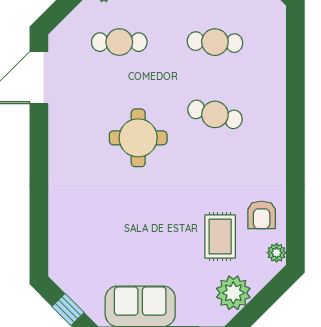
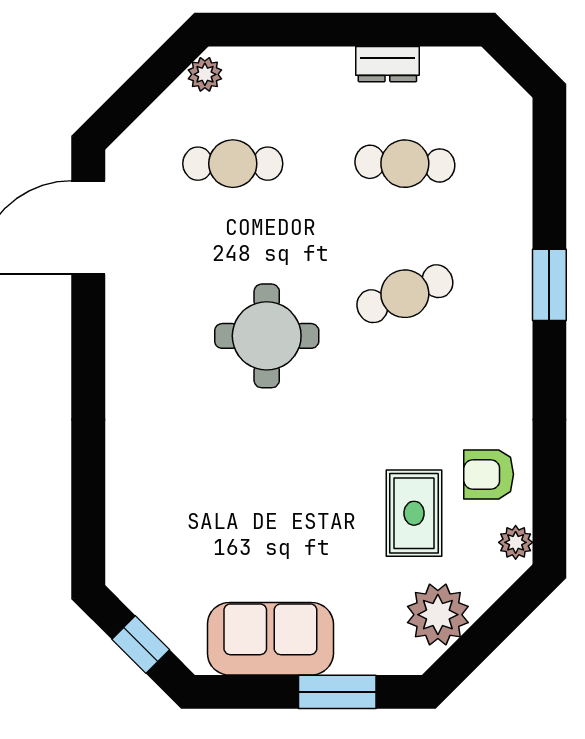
window: (295, 110) -> (549, 285), added
cafe table: (215, 114) -> (405, 294), turned -36
armchair: (262, 215) -> (489, 474), turned 90

